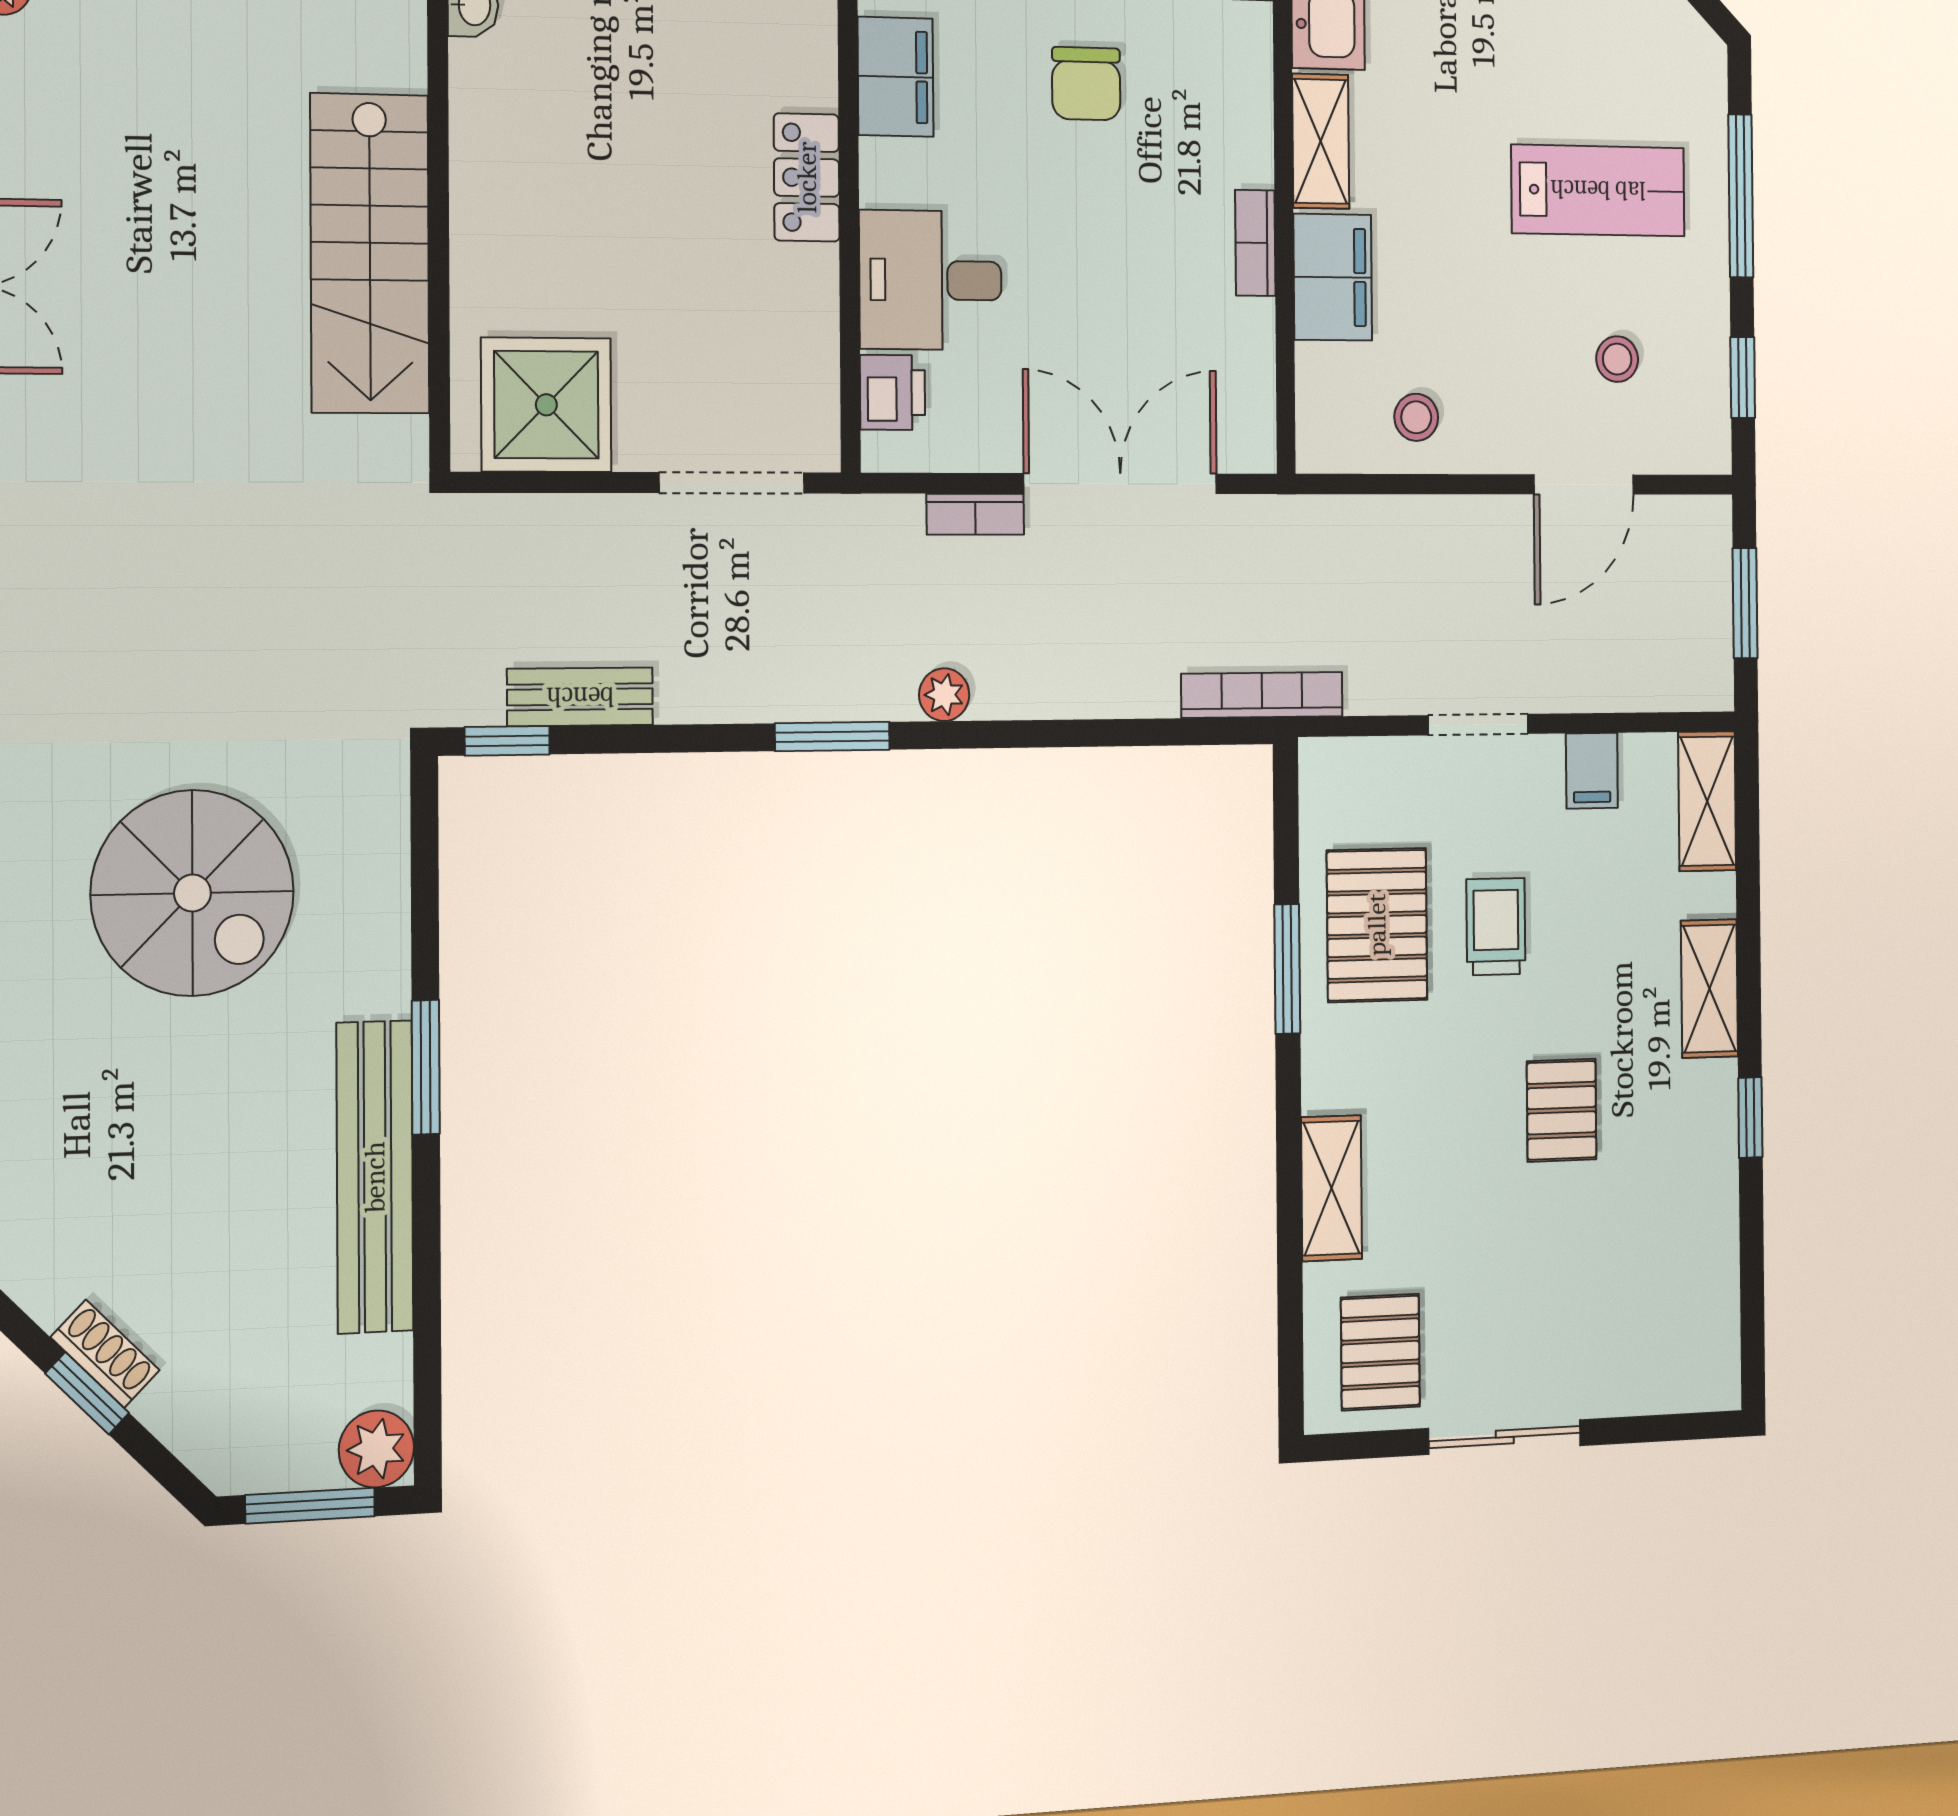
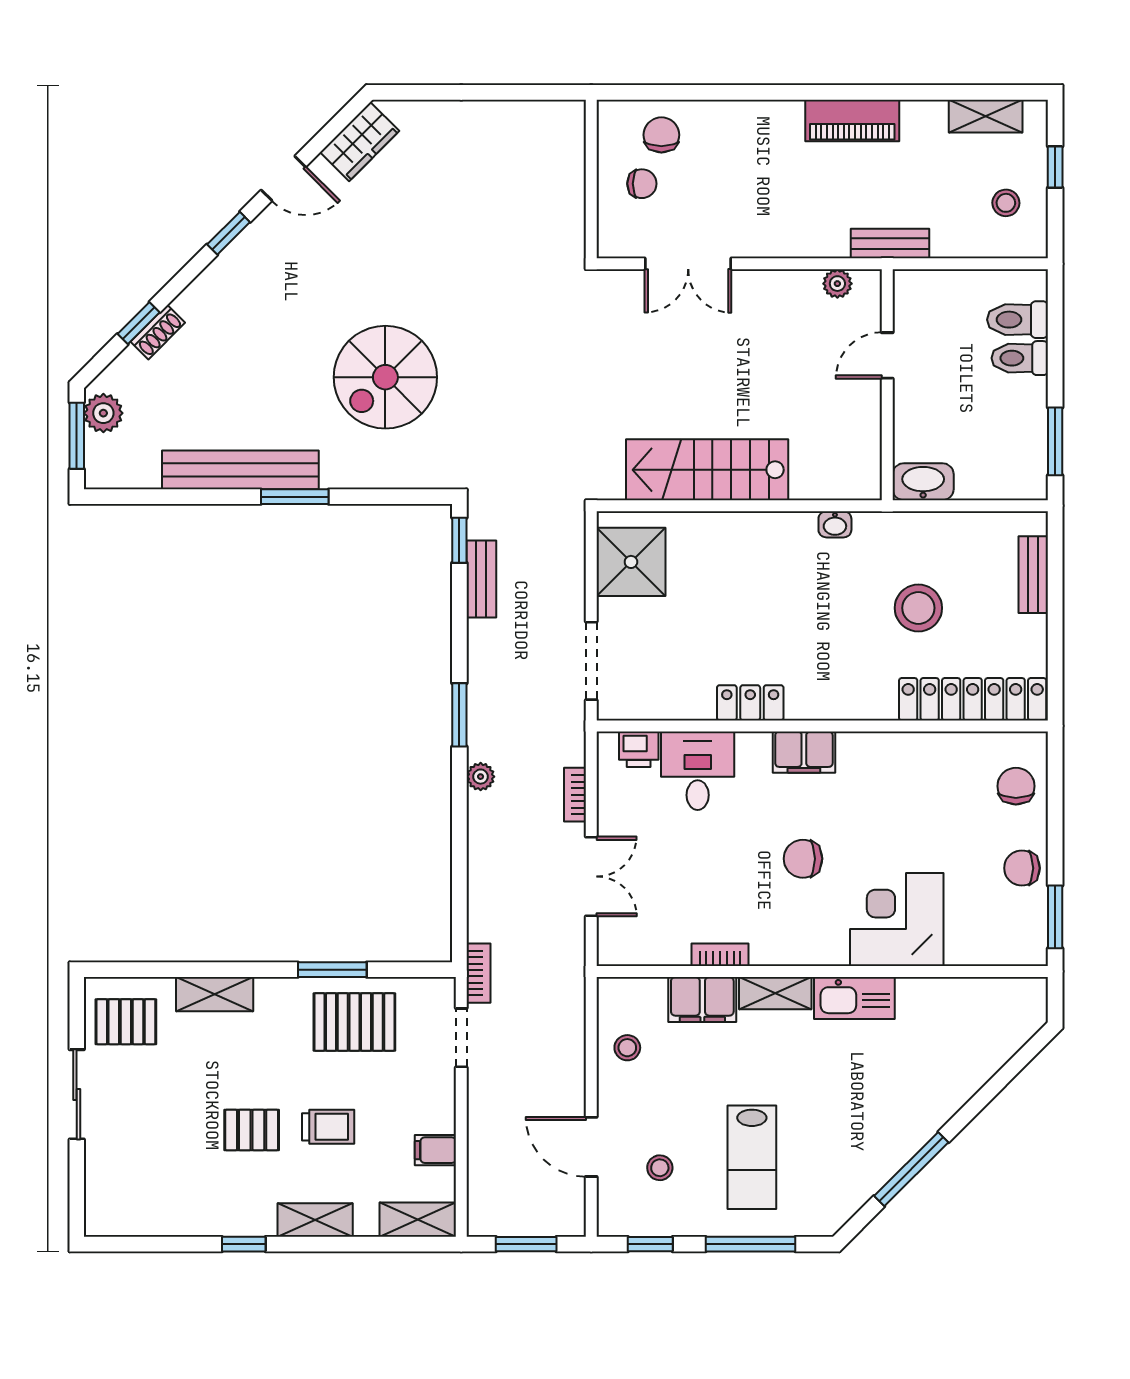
double door: (1121, 484) -> (591, 876), width x0.73
bookcase: (1262, 695) -> (479, 973), width x0.64
doorway: (1478, 725) -> (461, 1038), moved
trolley: (1496, 927) -> (328, 1127), moved
plant: (376, 1449) -> (103, 413), moved

